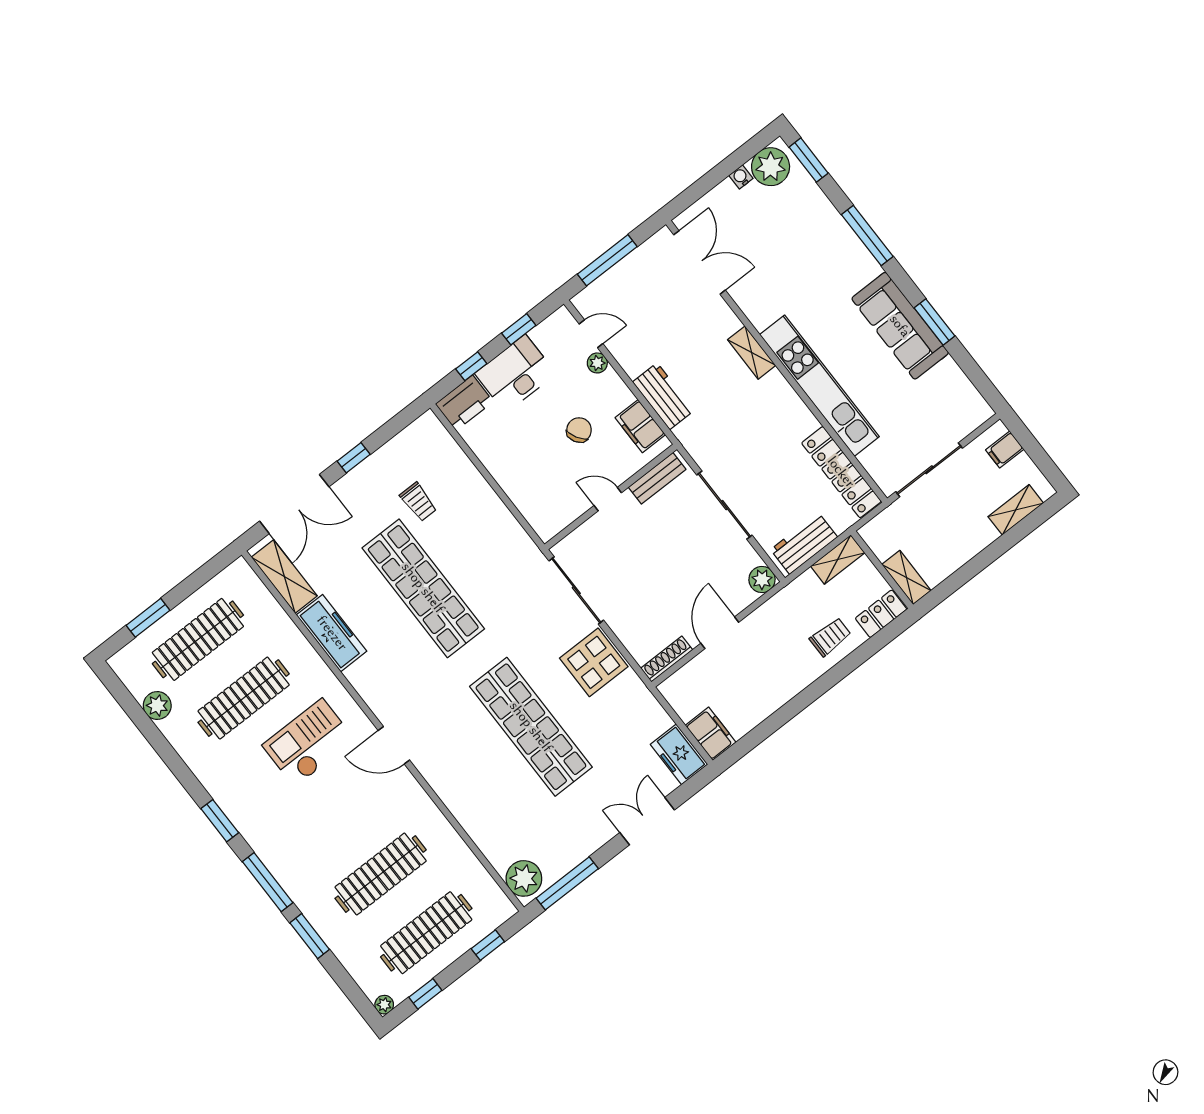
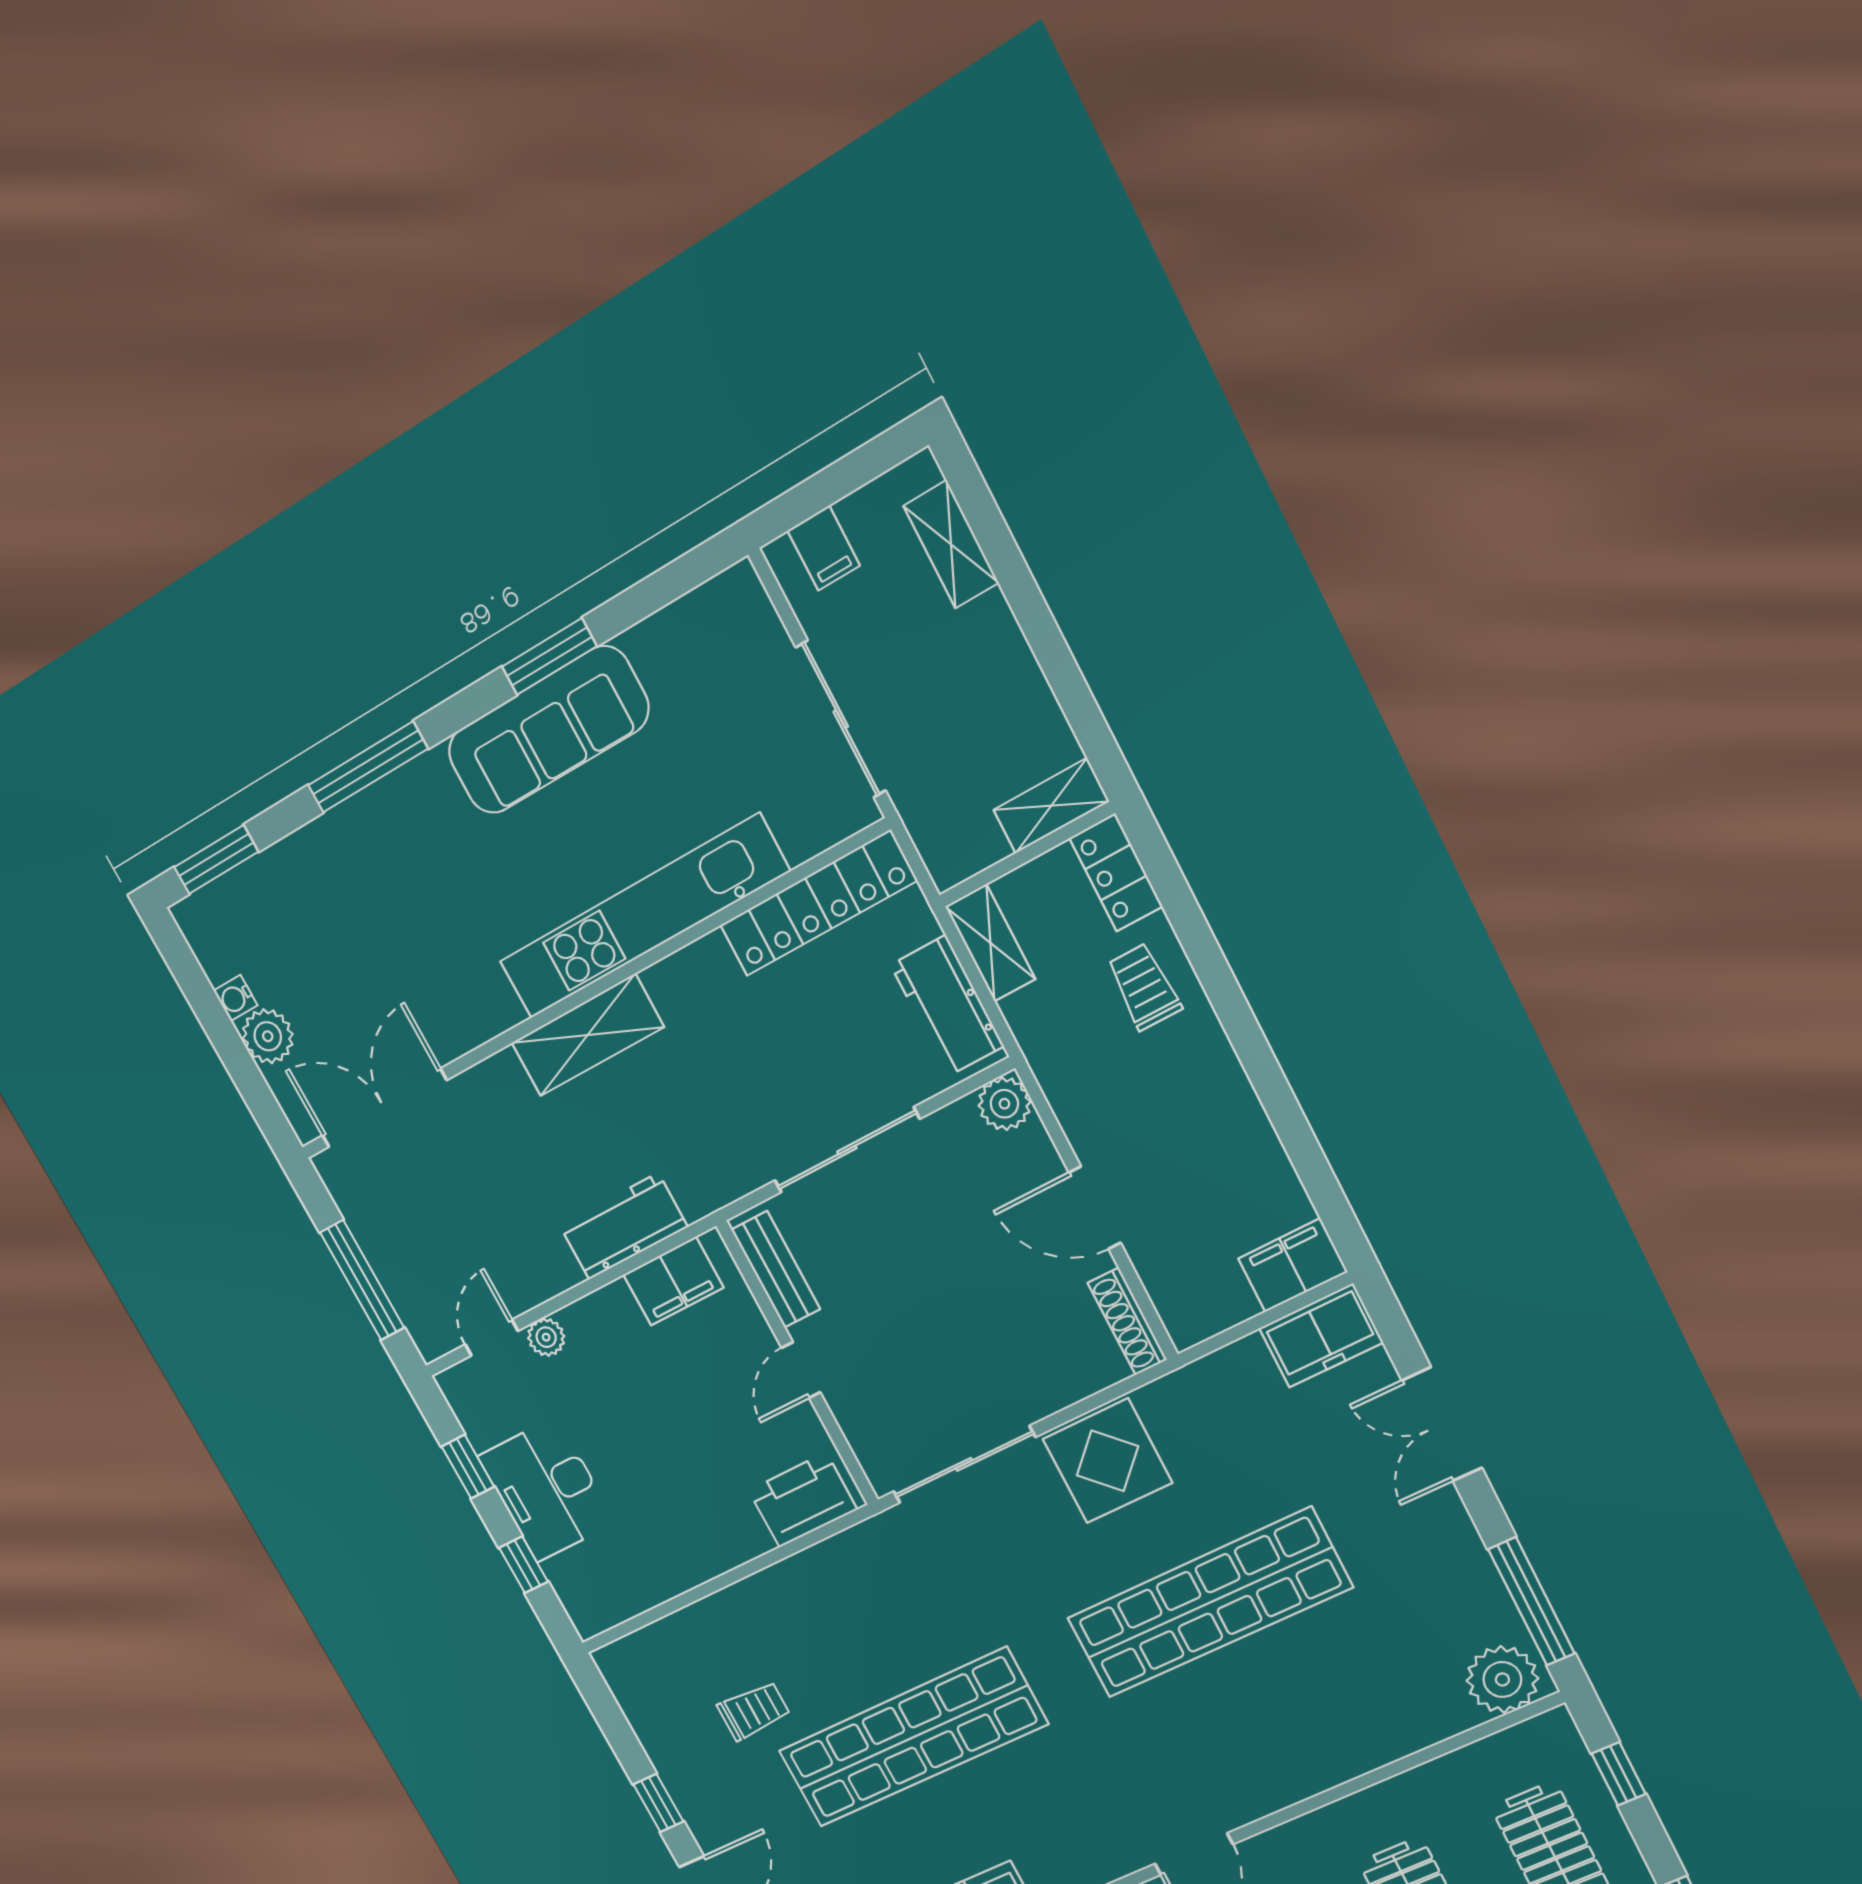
plant: (771, 167) -> (268, 1036), moved, width x0.73, depth x0.73
shelving: (752, 353) -> (588, 1035), width x1.50, depth x1.33
printer: (464, 403) -> (803, 1500), moved, turned -90
chair: (579, 430) -> (665, 1396), removed

